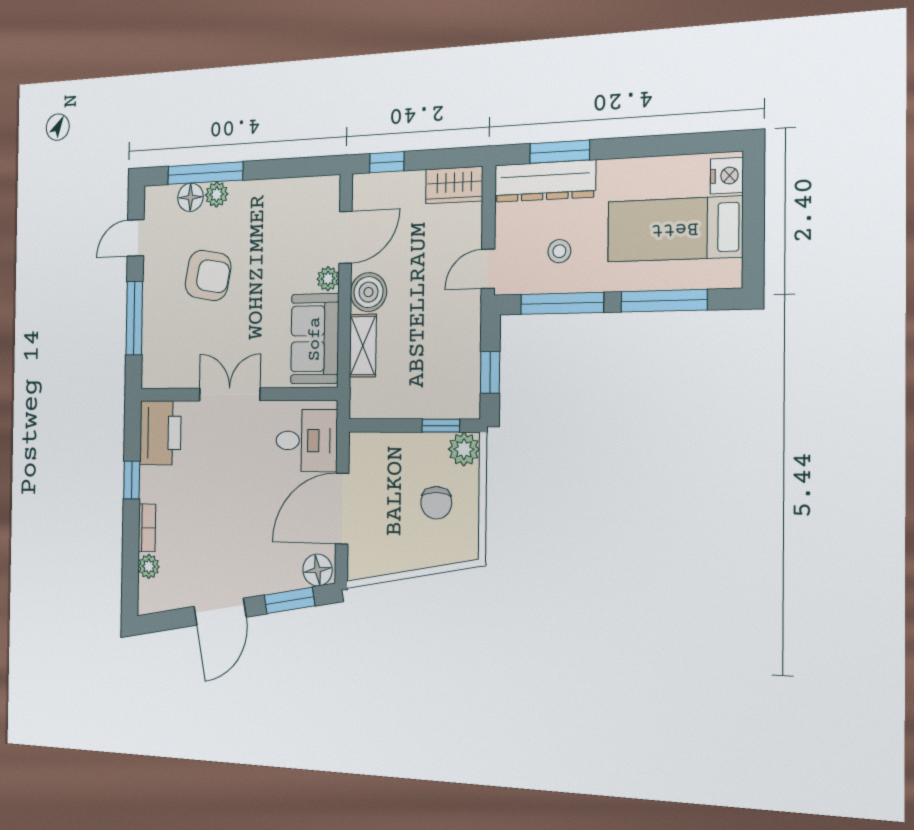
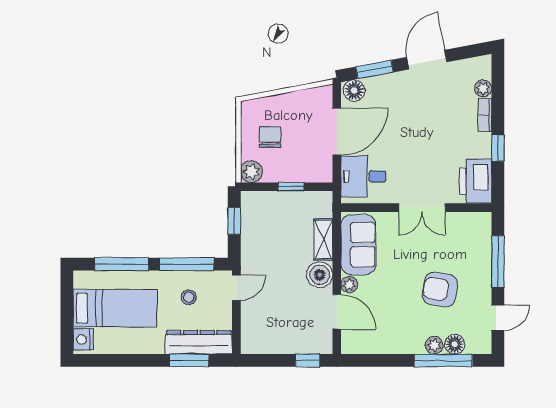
wardrobe: (454, 185) -> (260, 343), removed
door: (346, 237) -> (337, 312), swing flipped
window: (441, 426) -> (291, 187), moved

